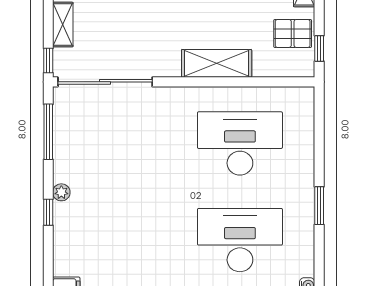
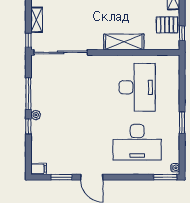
window: (48, 132) -> (28, 94), moved
desk: (240, 143) -> (137, 87), turned 90
desk: (240, 240) -> (137, 142), turned 180

